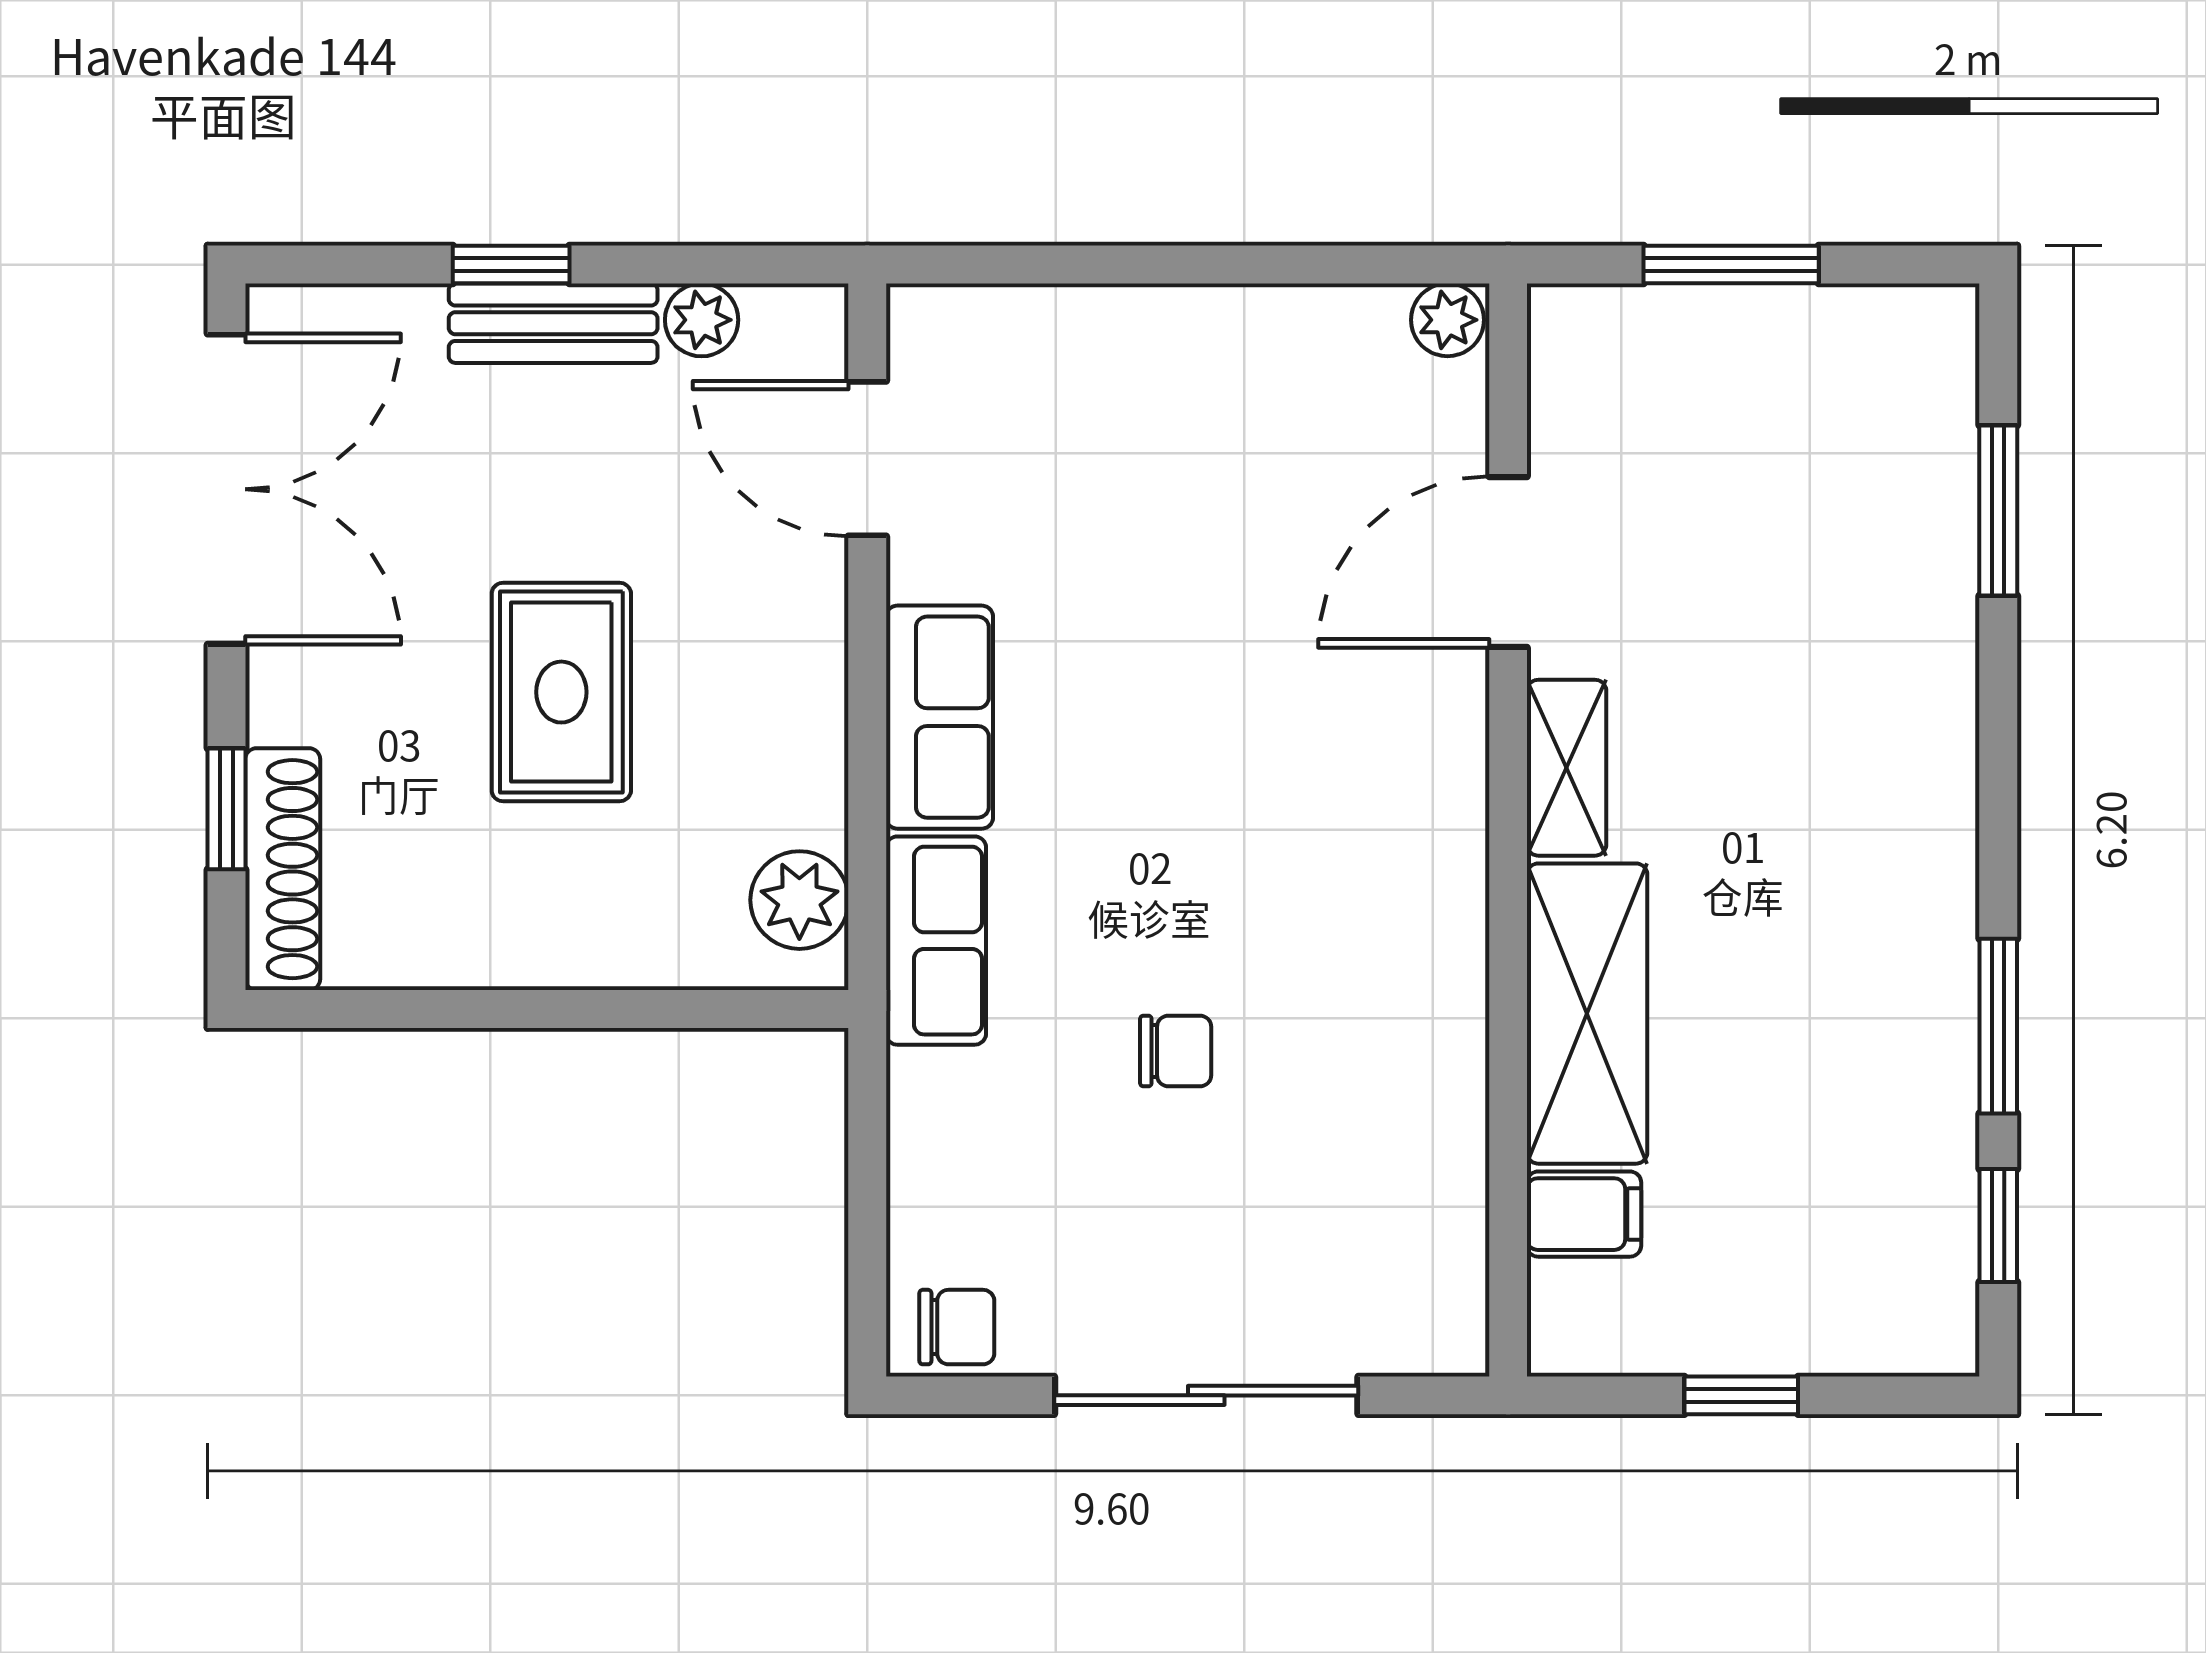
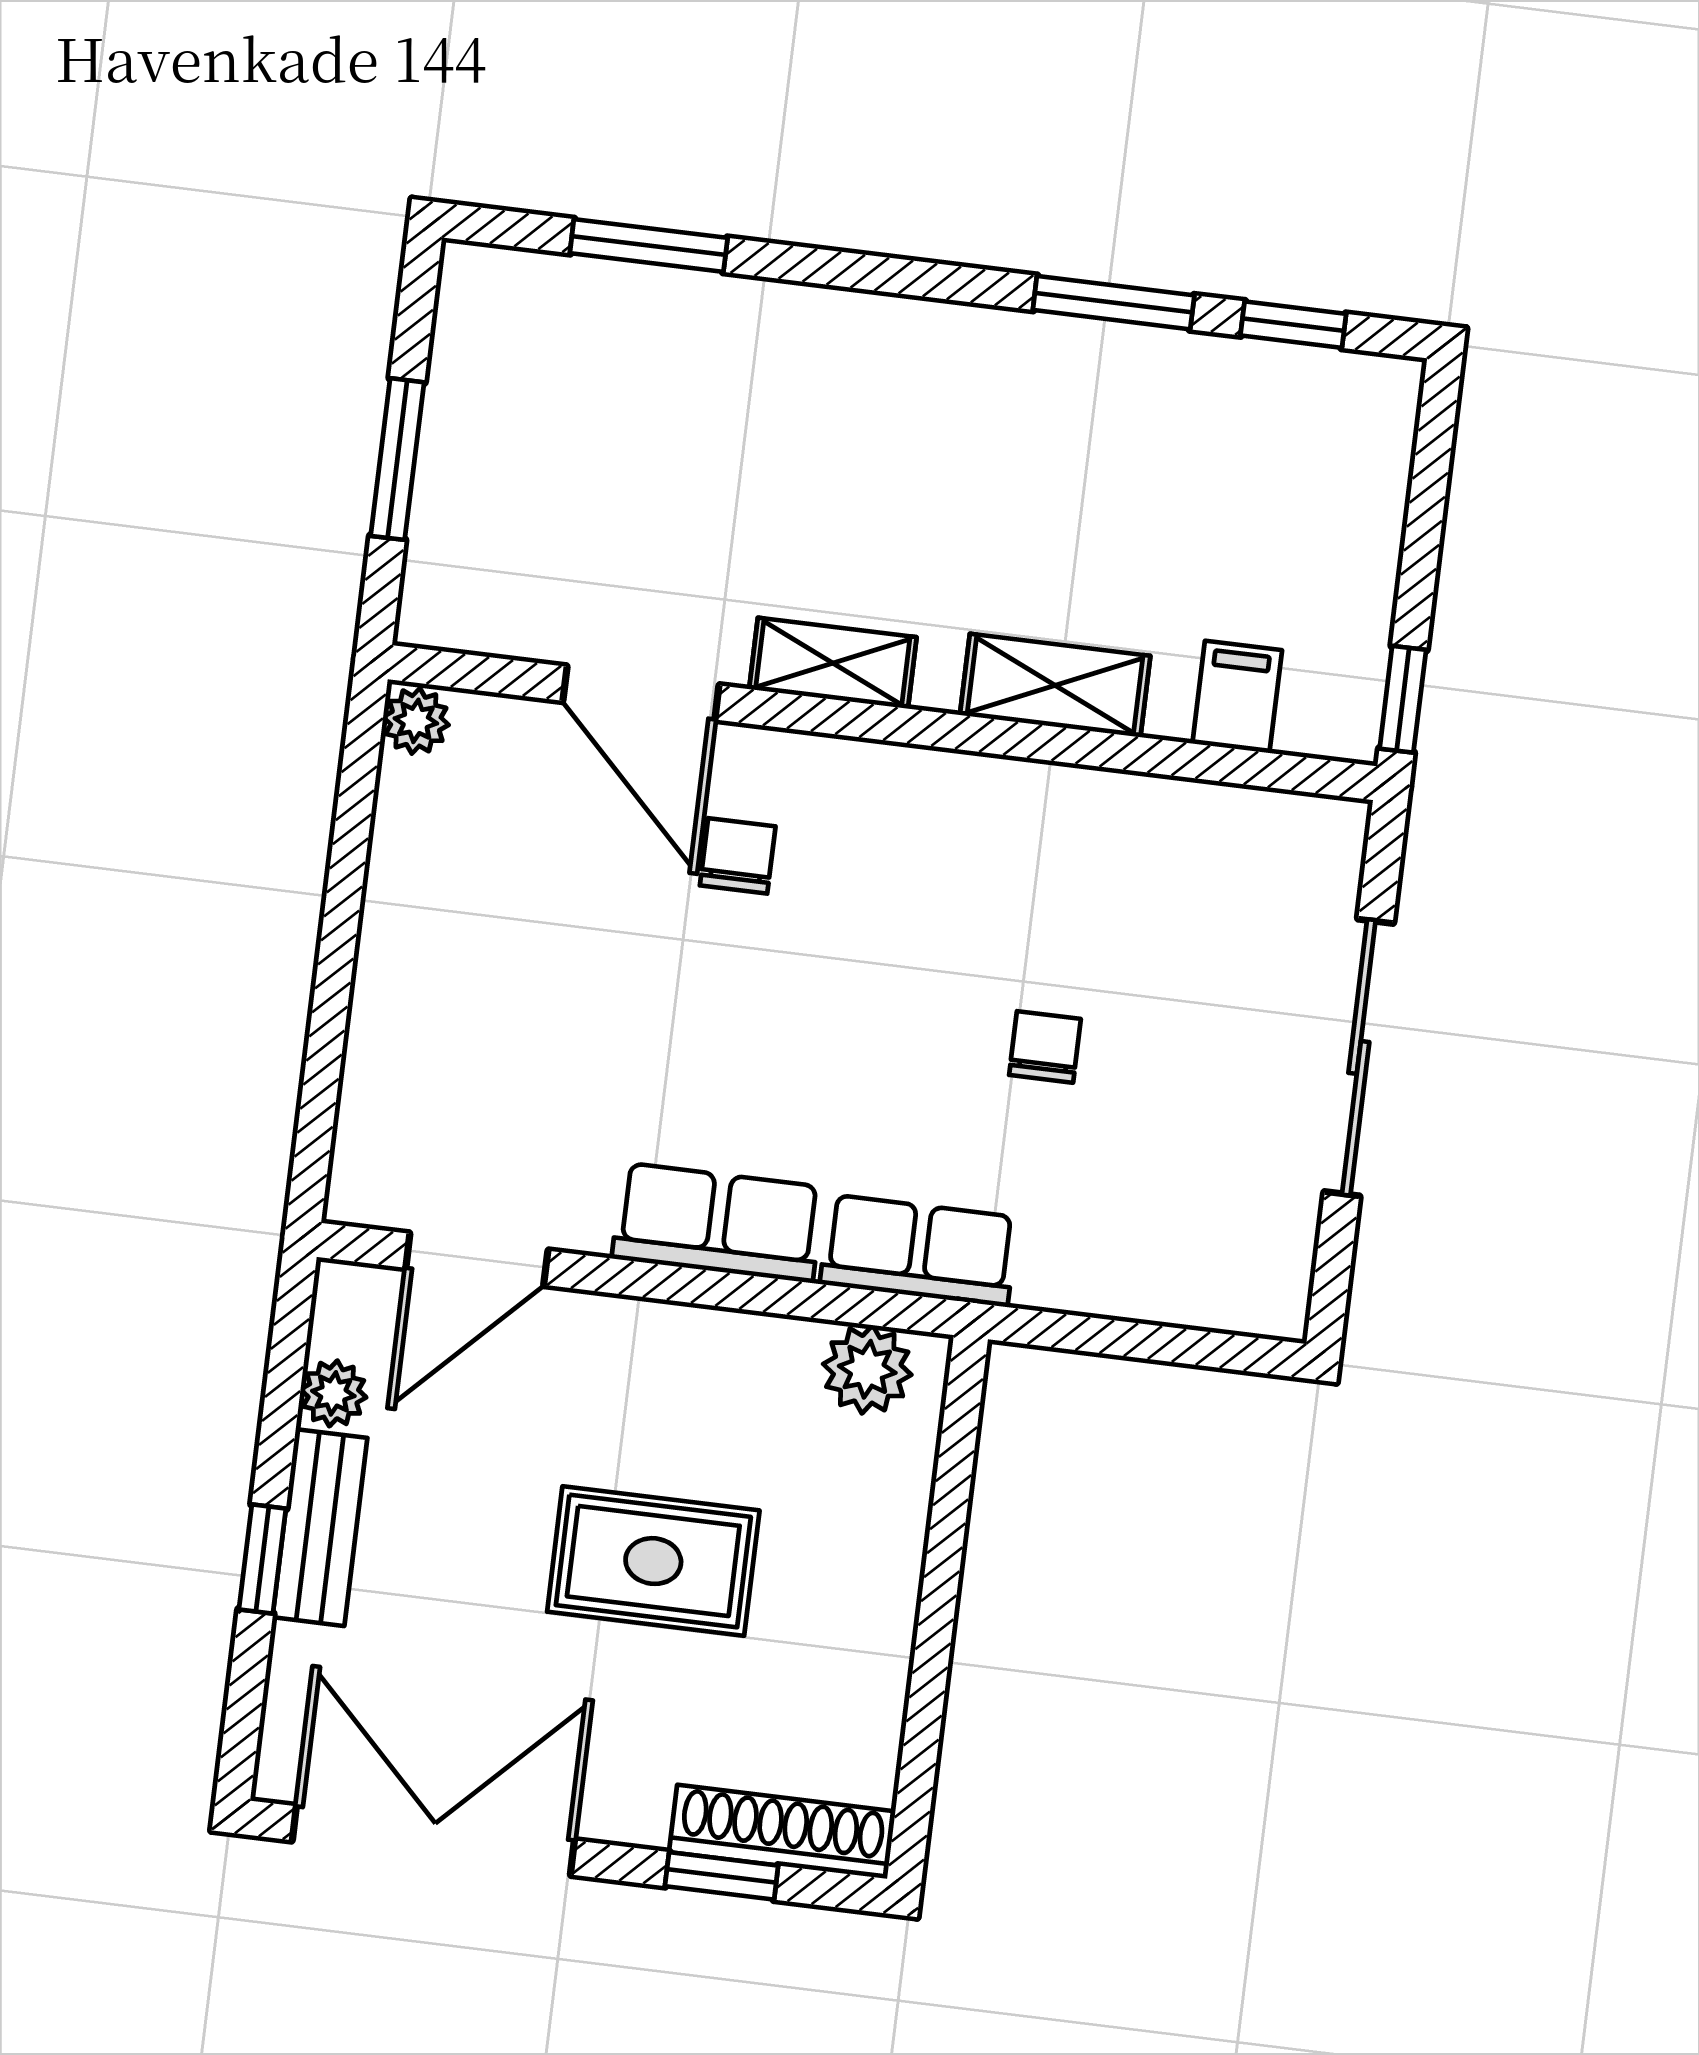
shelving: (1587, 1014) -> (1055, 685), width x0.67, depth x0.75
chair: (957, 1327) -> (738, 856), moved
window: (1741, 1395) -> (1403, 699), moved

